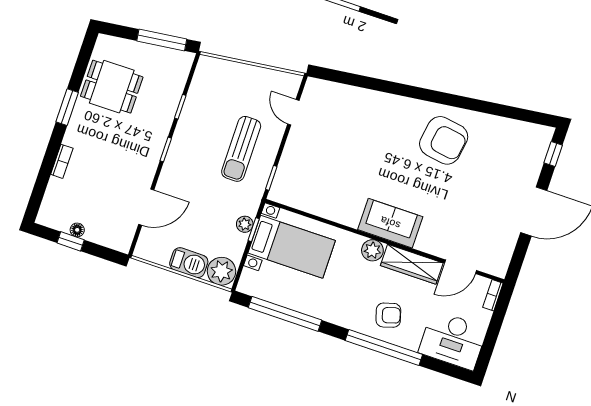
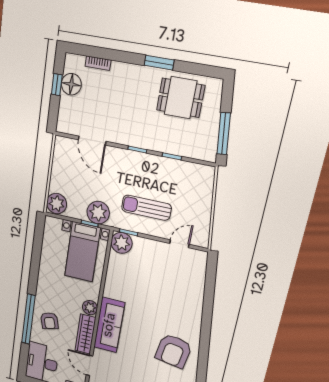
dining table: (112, 87) -> (181, 98), turned 90
bookcase: (62, 161) -> (98, 63), moved
plant: (284, 190) -> (122, 243), added
sofa: (390, 223) -> (109, 325), width x1.36
plant: (245, 224) -> (98, 213), width x1.87, depth x1.87
floor lamp: (77, 230) -> (71, 84), width x1.89, depth x1.89
barbecue: (189, 263) -> (58, 179), removed
window: (285, 314) -> (37, 252), removed

